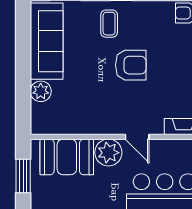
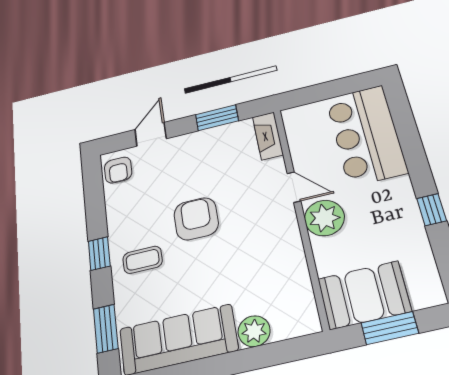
door: (137, 137) -> (294, 187), hinge flipped
booth: (67, 157) -> (364, 295), moved, turned 90

